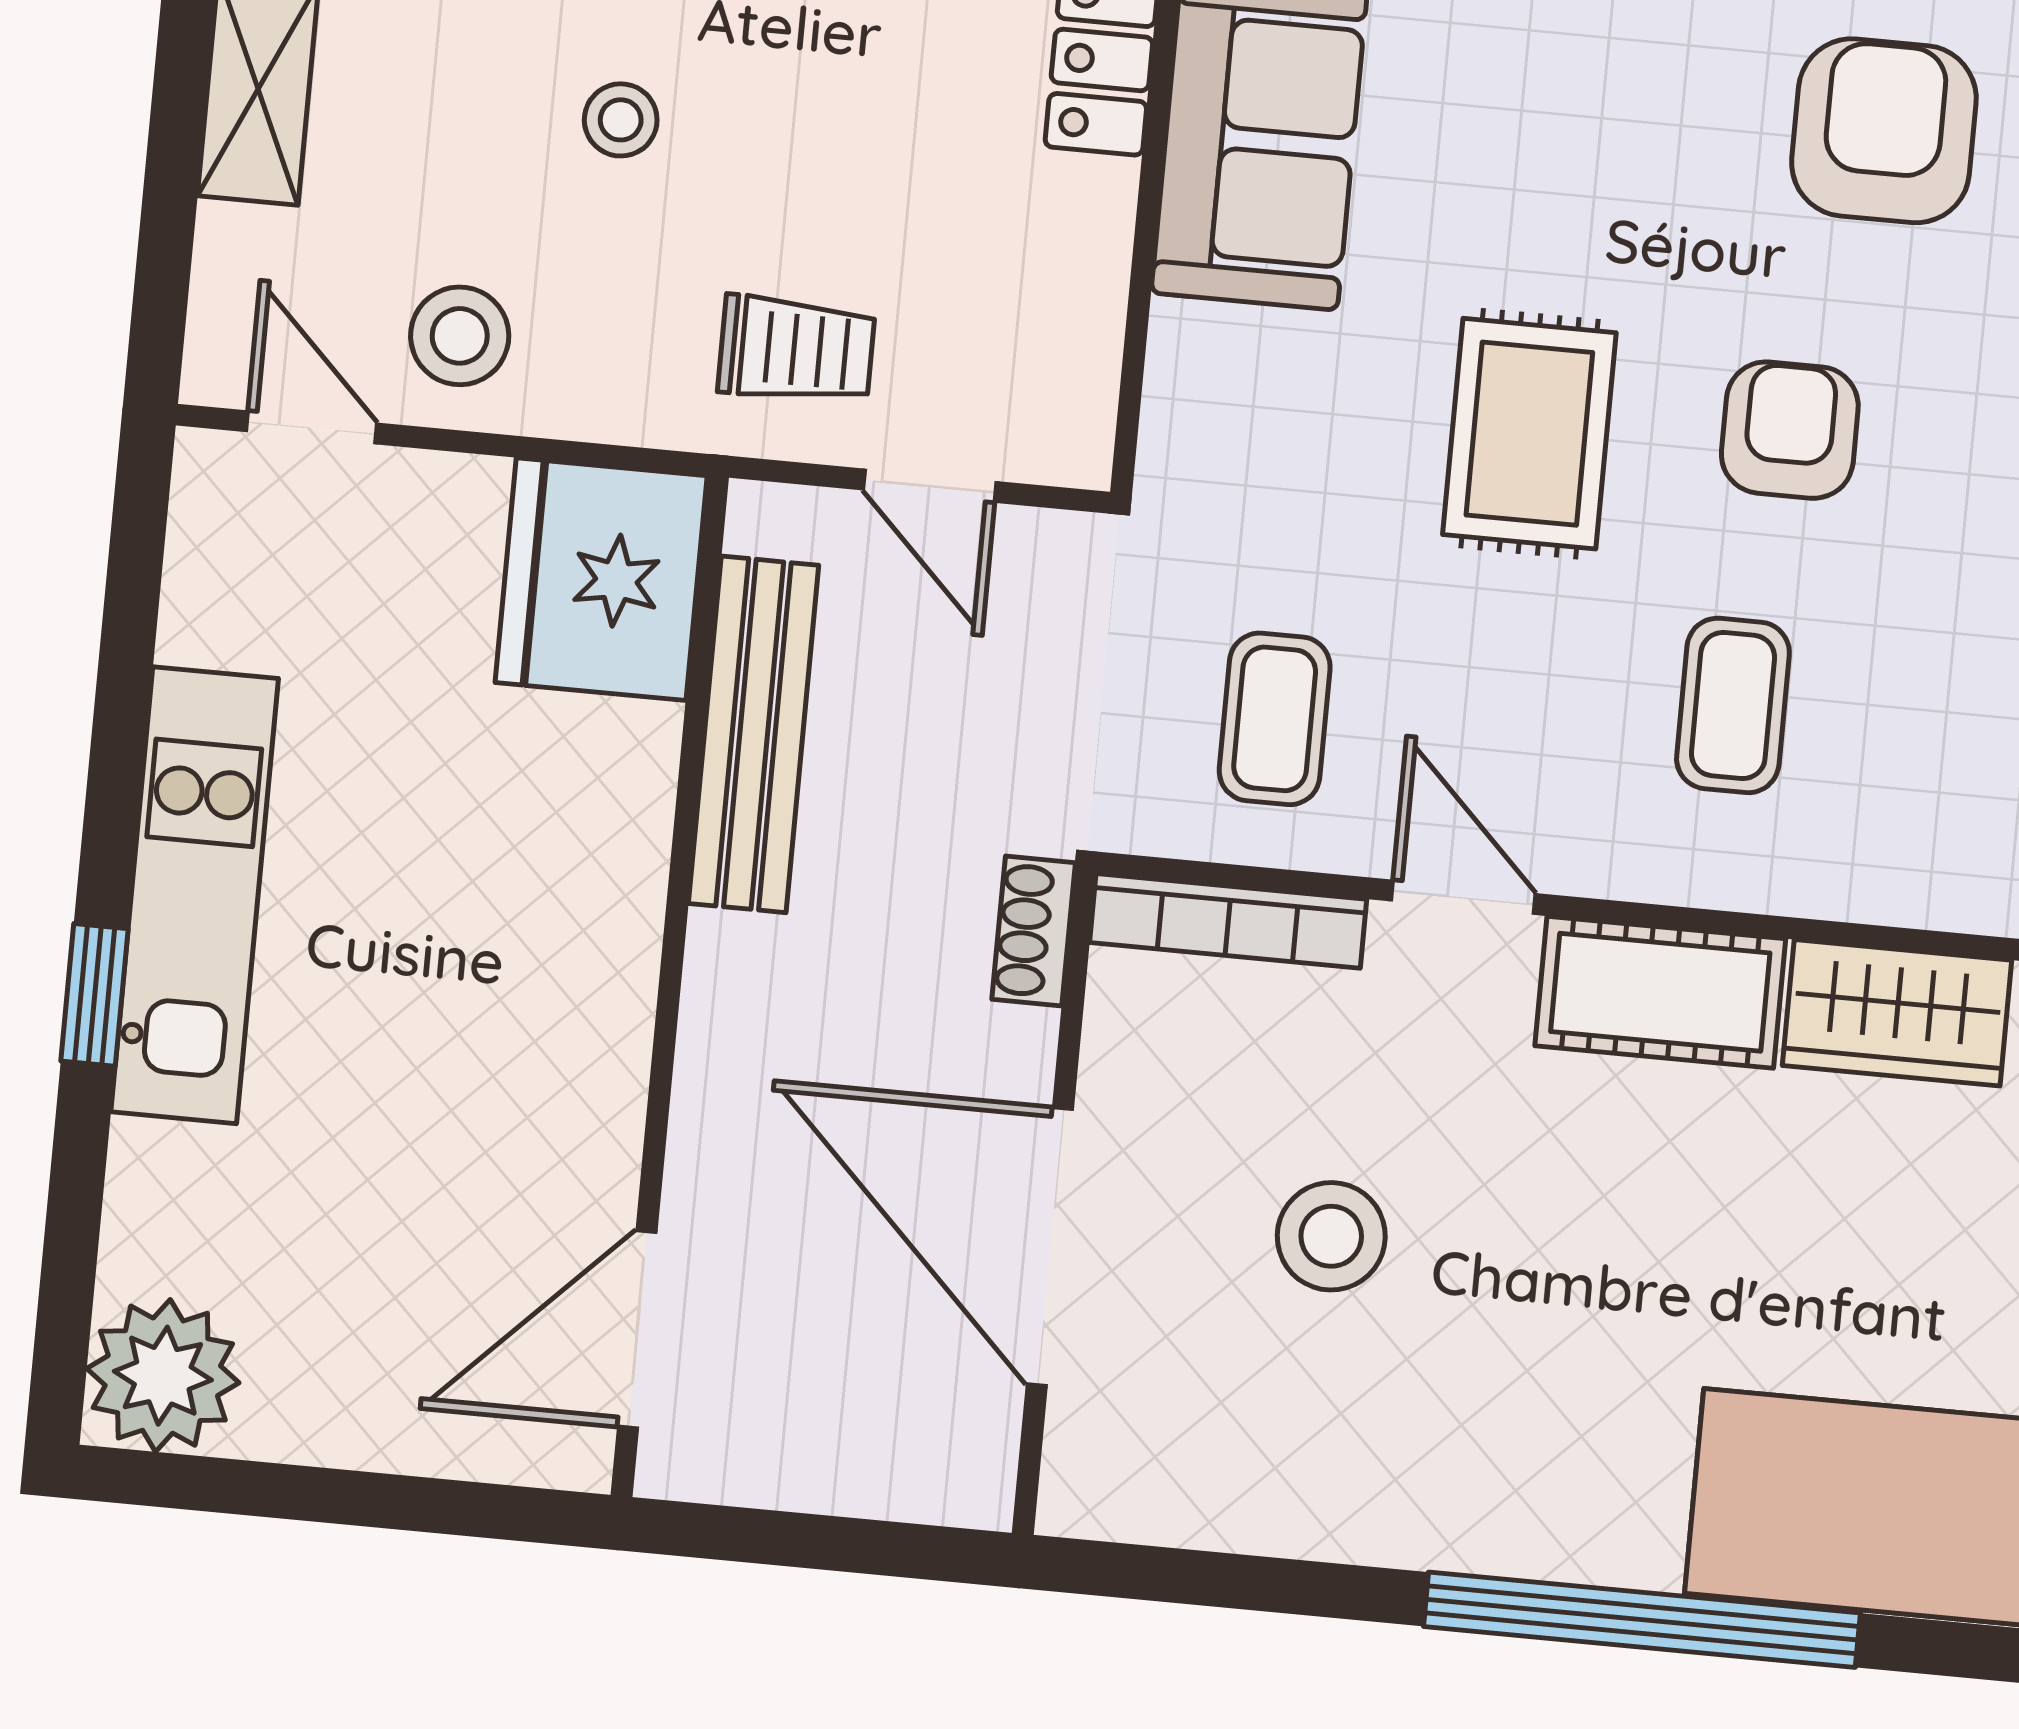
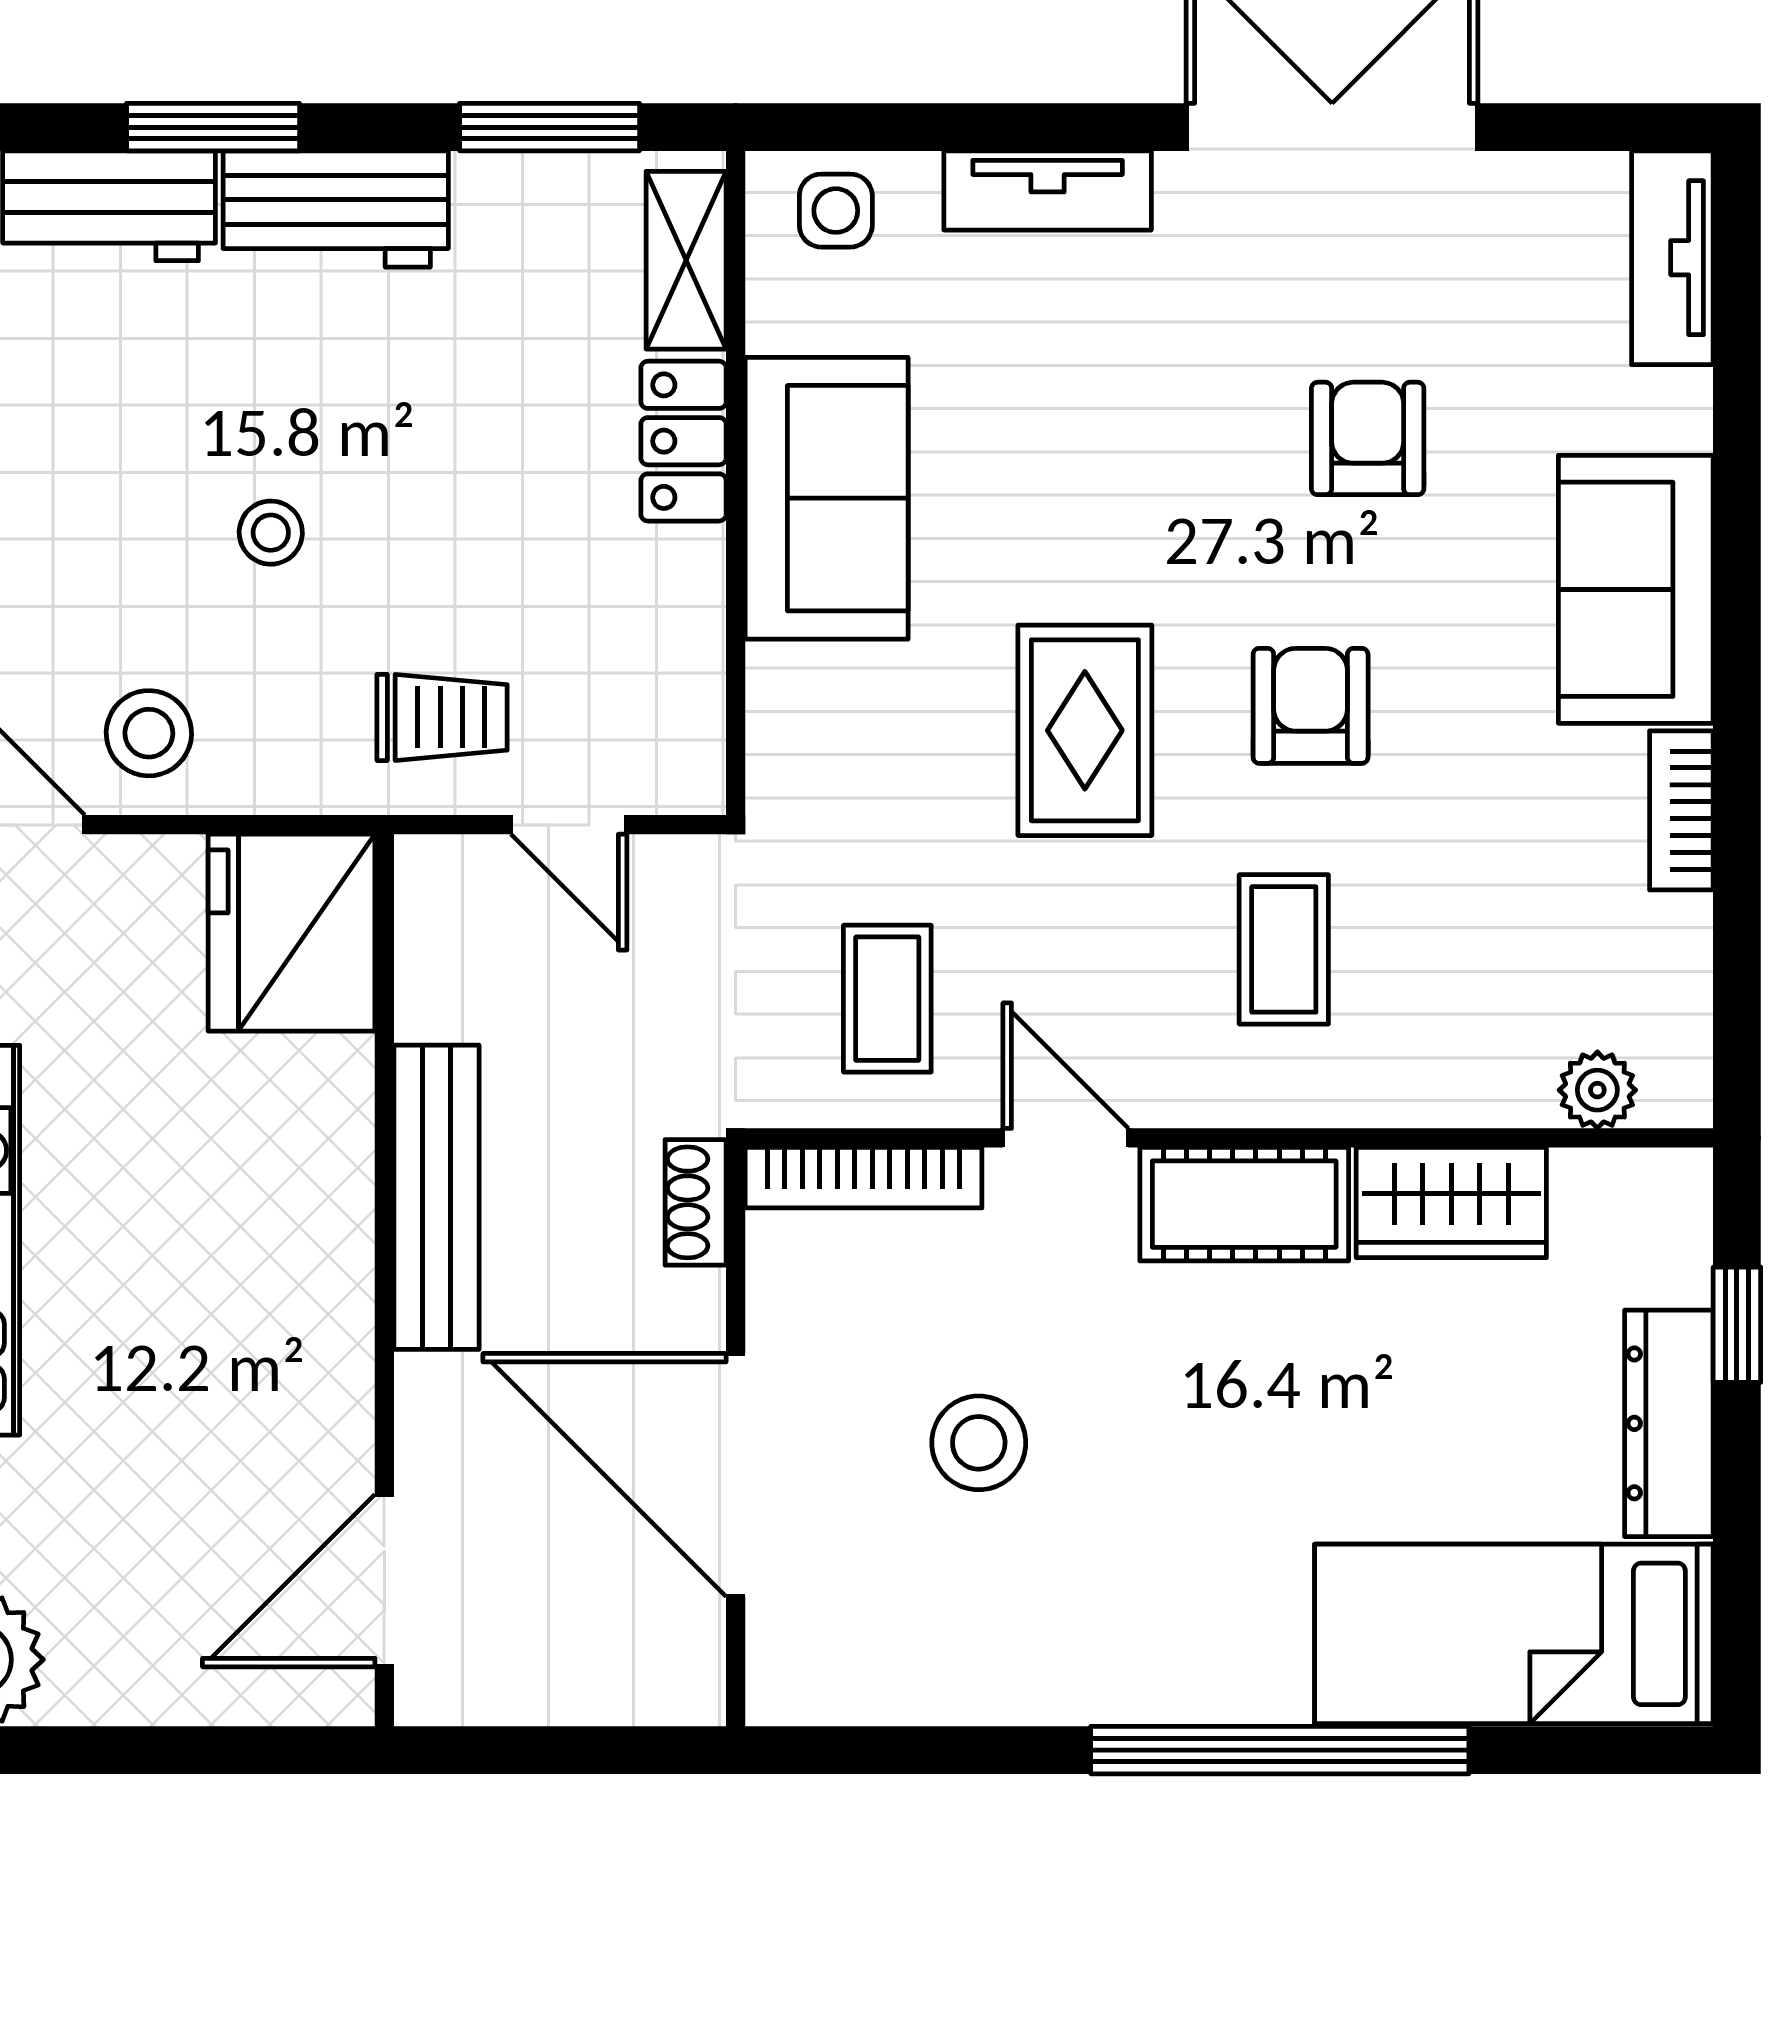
armchair: (1884, 131) -> (1368, 438), width x0.72, depth x0.72
bench: (754, 734) -> (437, 1197), moved

